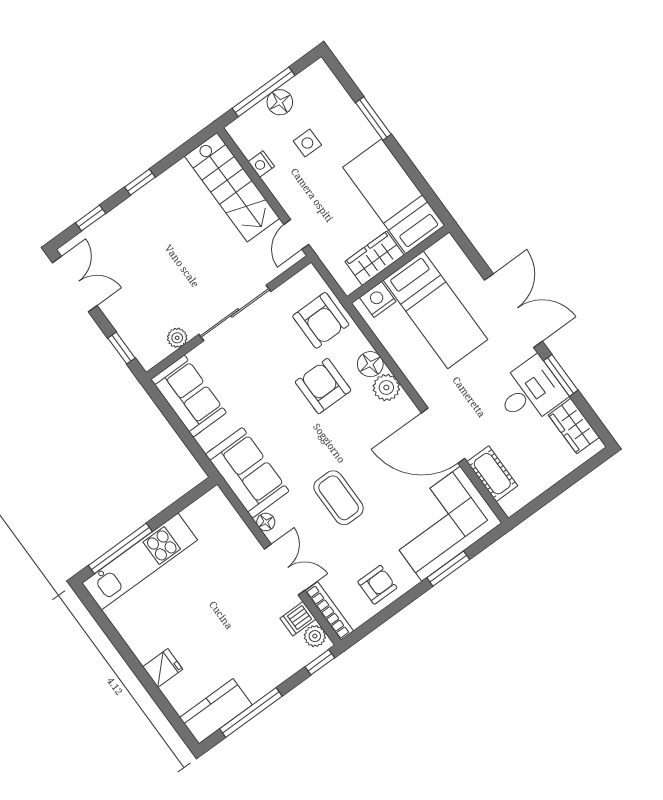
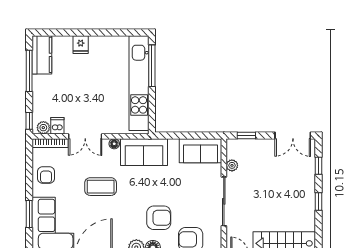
kitchen unit: (140, 562) -> (139, 83), width x1.36

